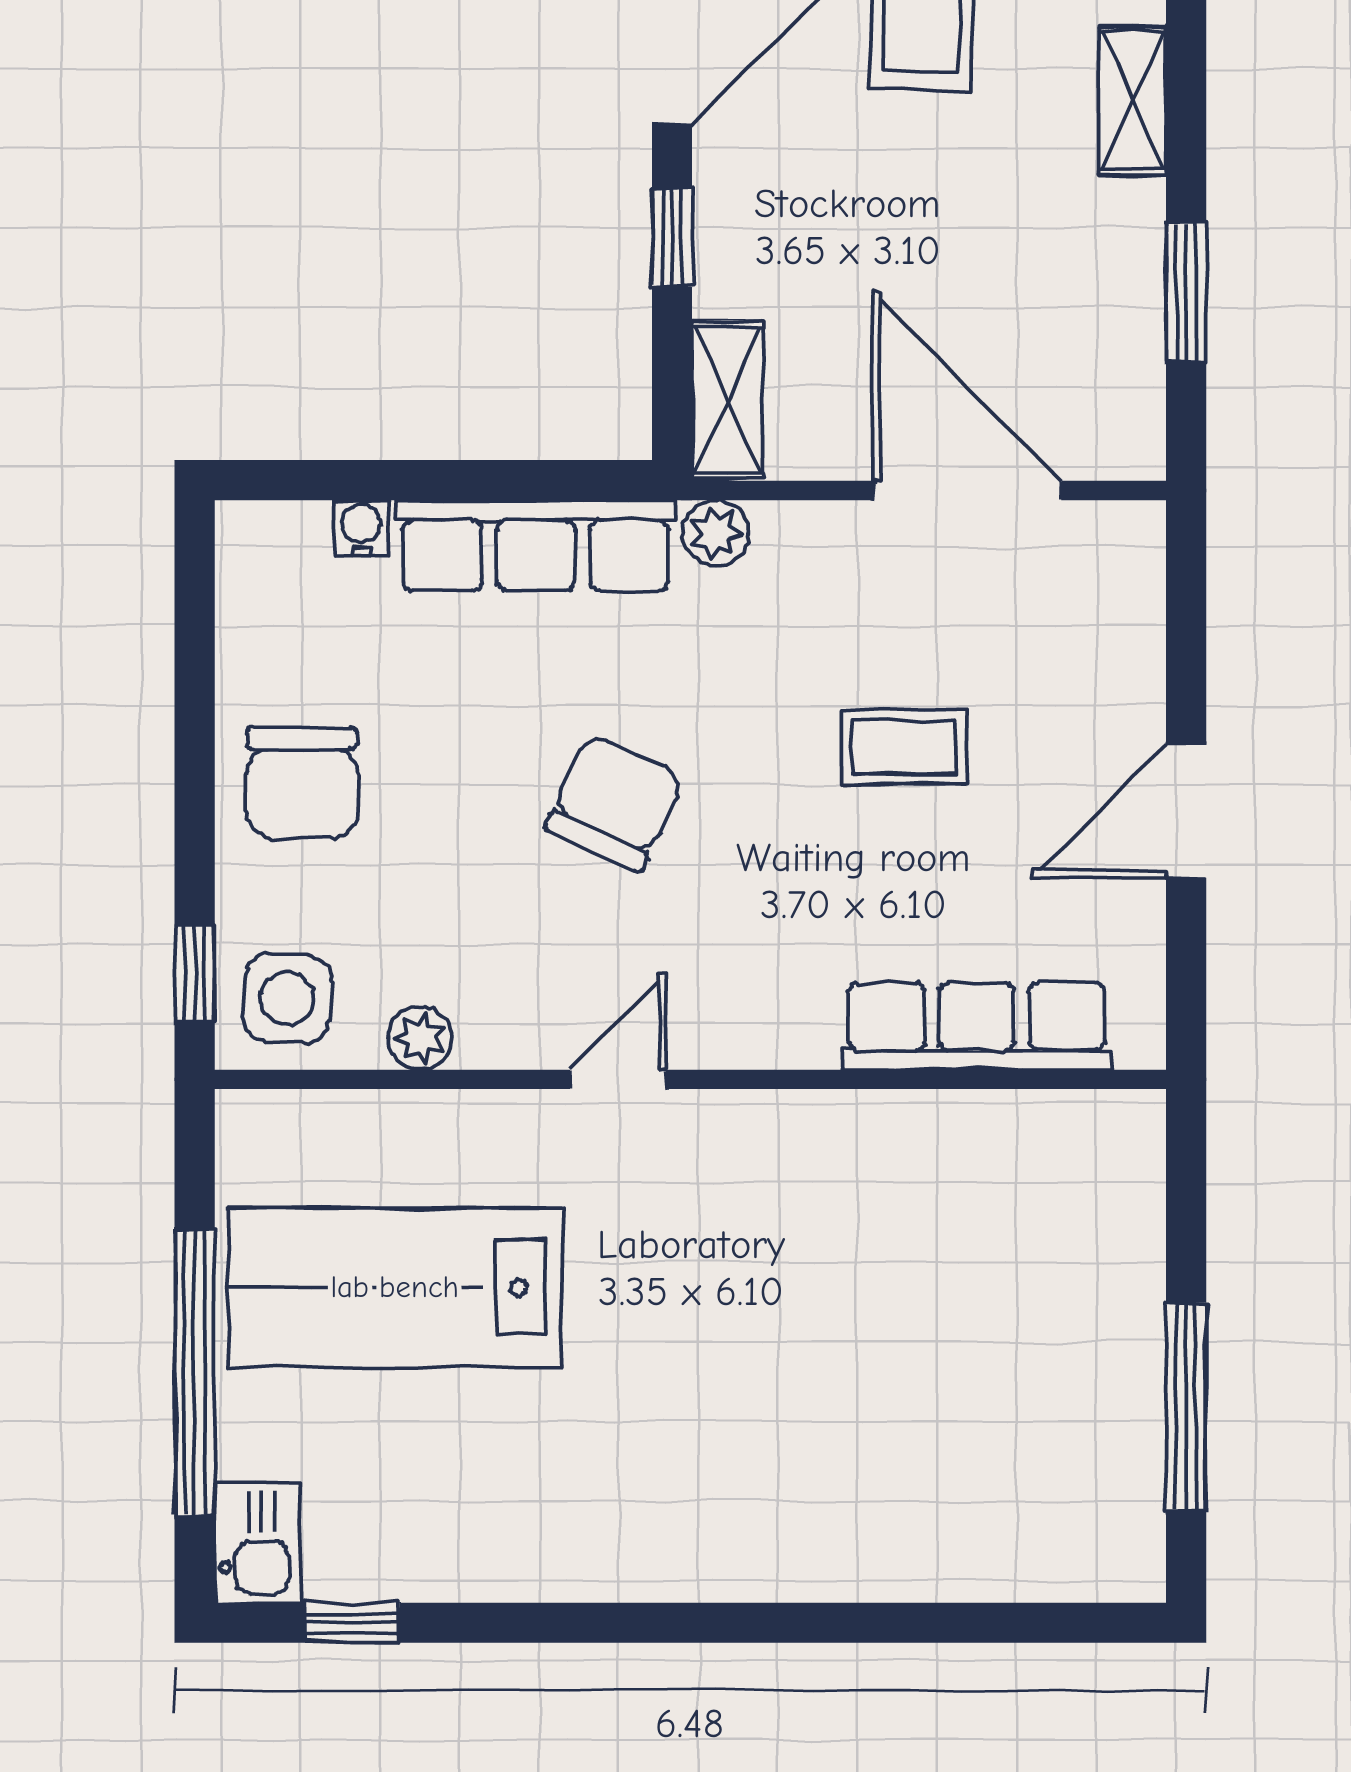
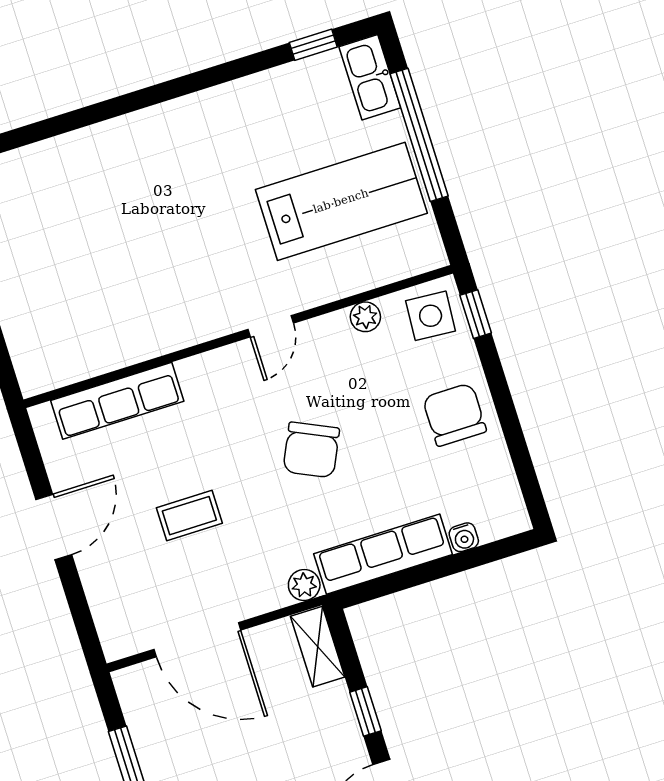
kitchen sink: (258, 1543) -> (370, 77), width x1.38

